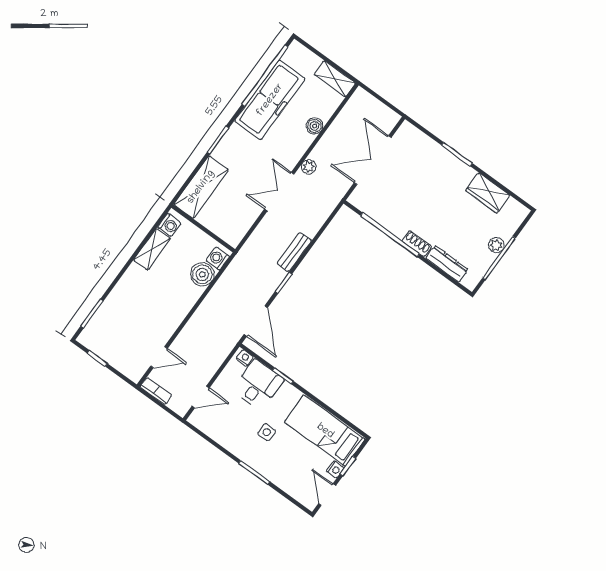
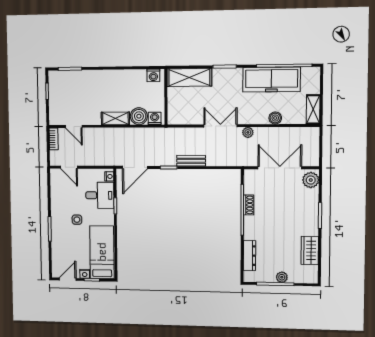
plant: (410, 136) -> (311, 180), added
shoe rack: (417, 244) -> (249, 205), moved
shelving: (152, 249) -> (115, 118), moved

